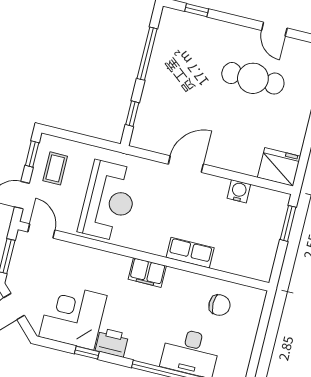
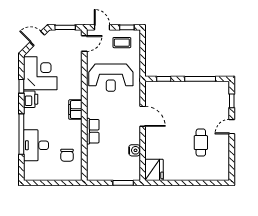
door: (274, 29) -> (232, 127), moved
cafe table: (253, 78) -> (201, 143), width x0.73, depth x0.74

